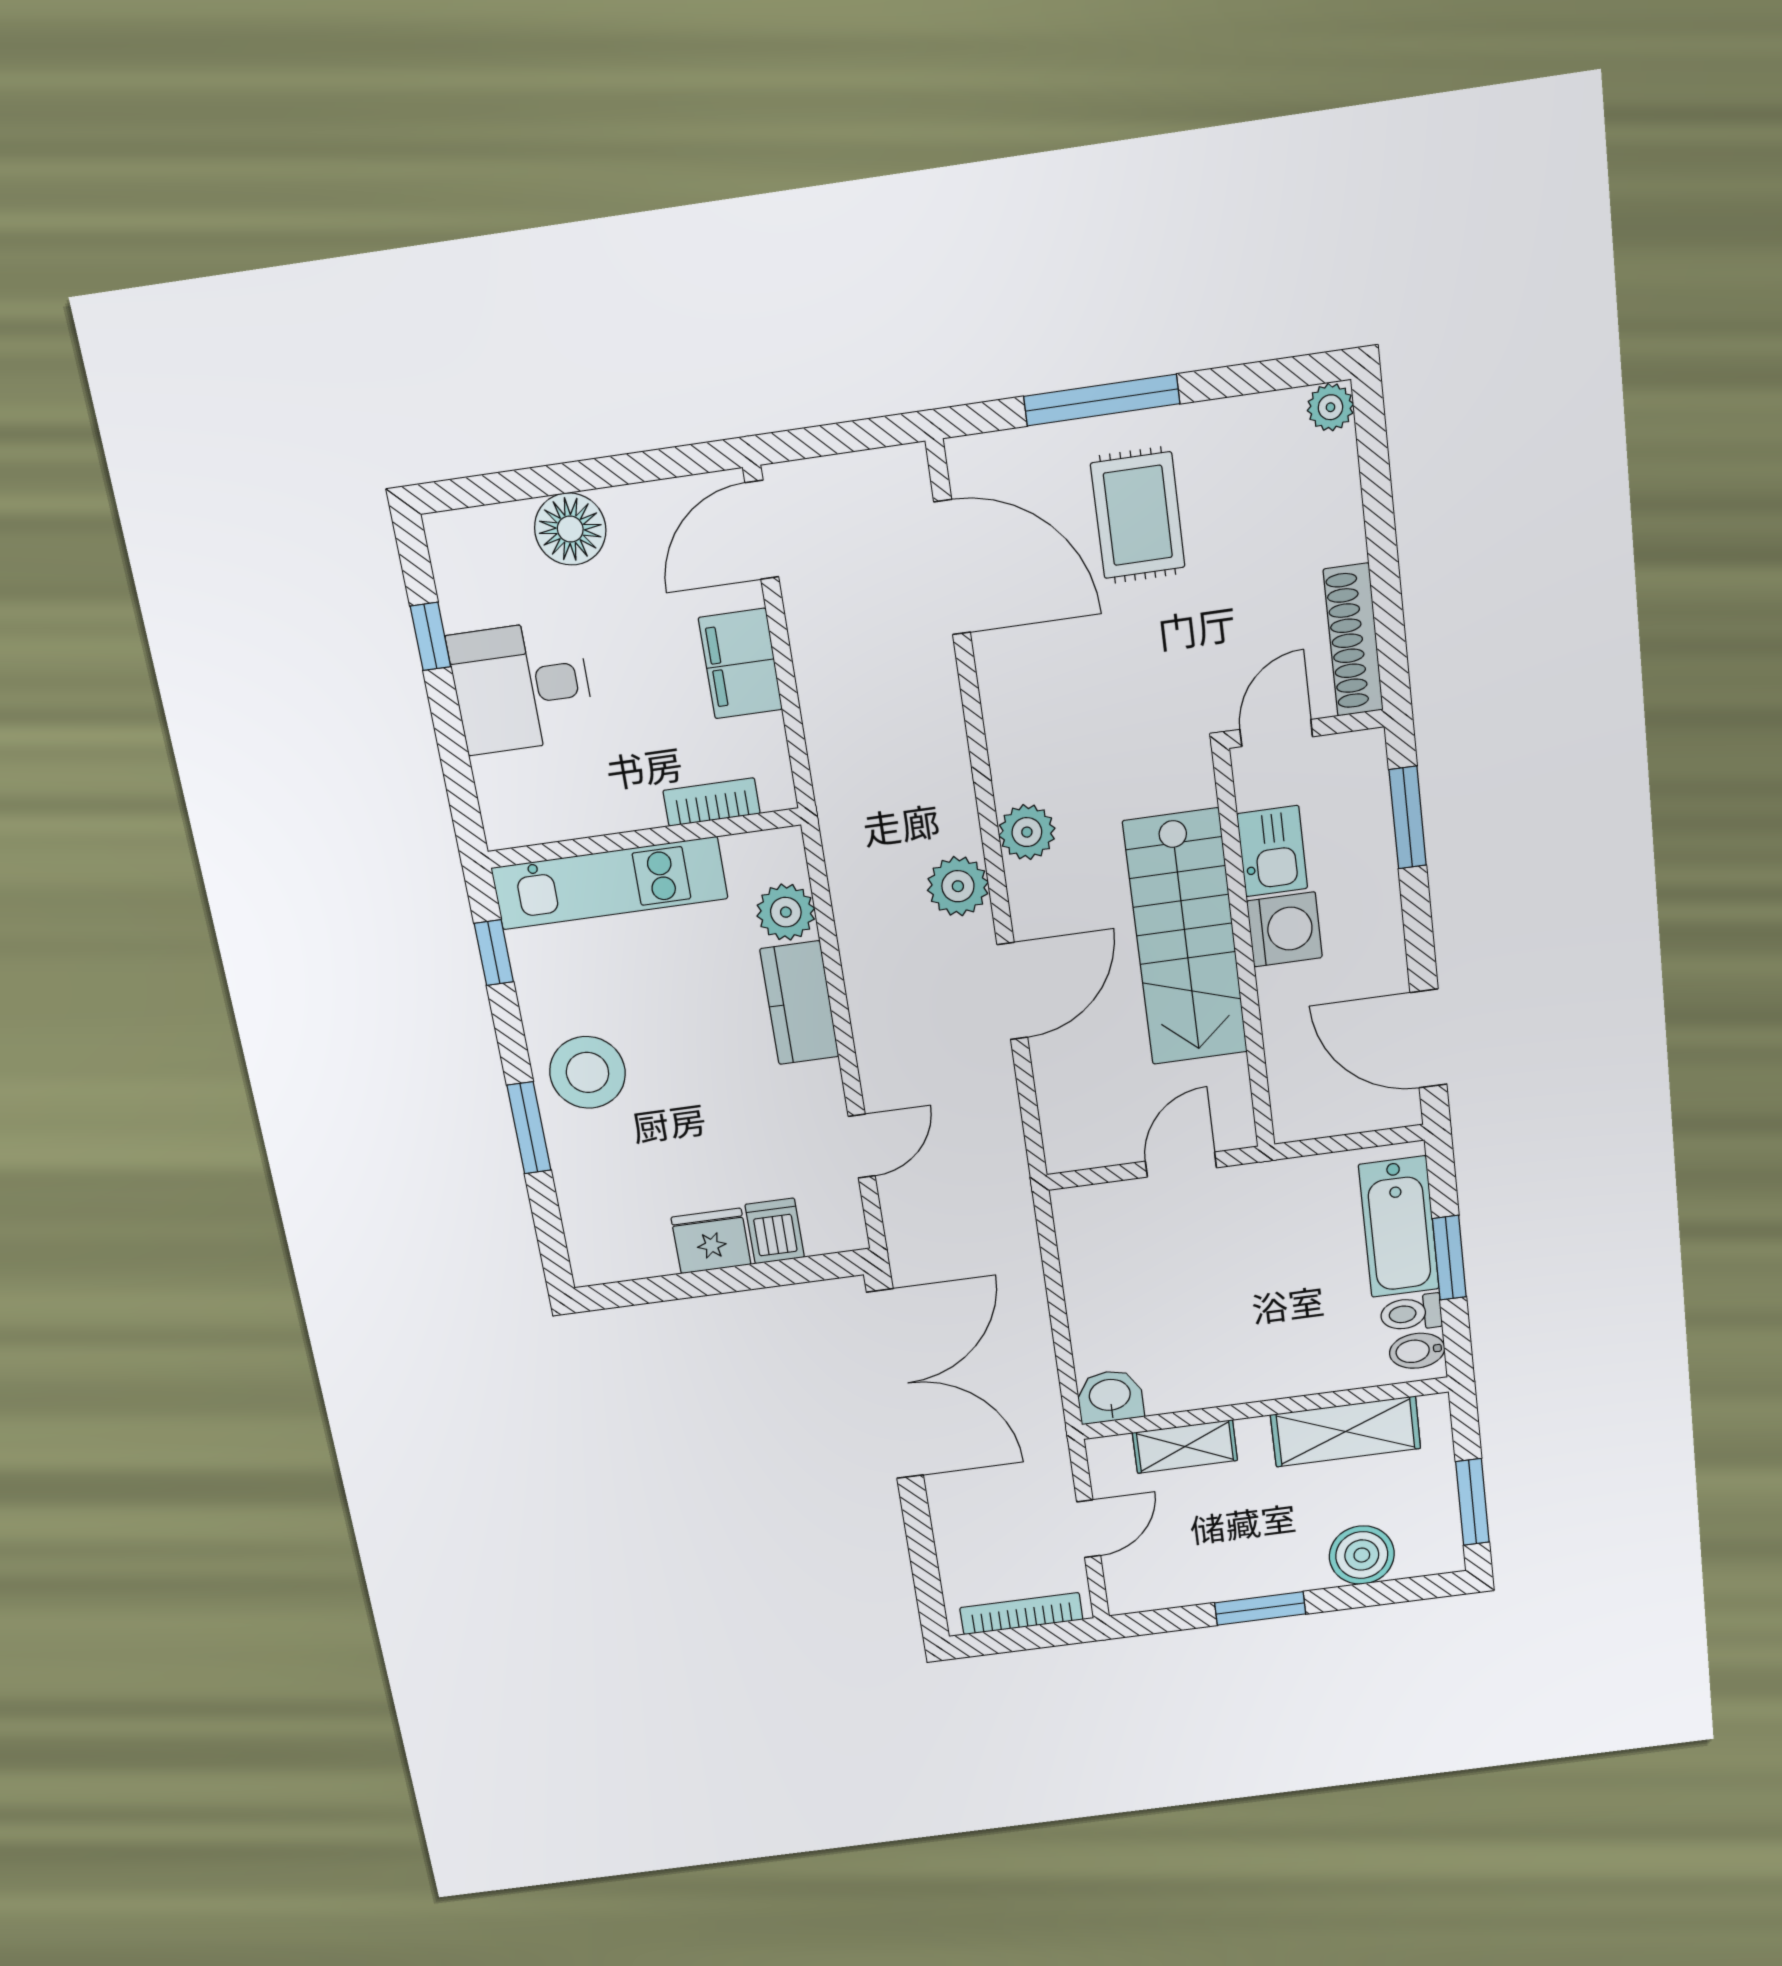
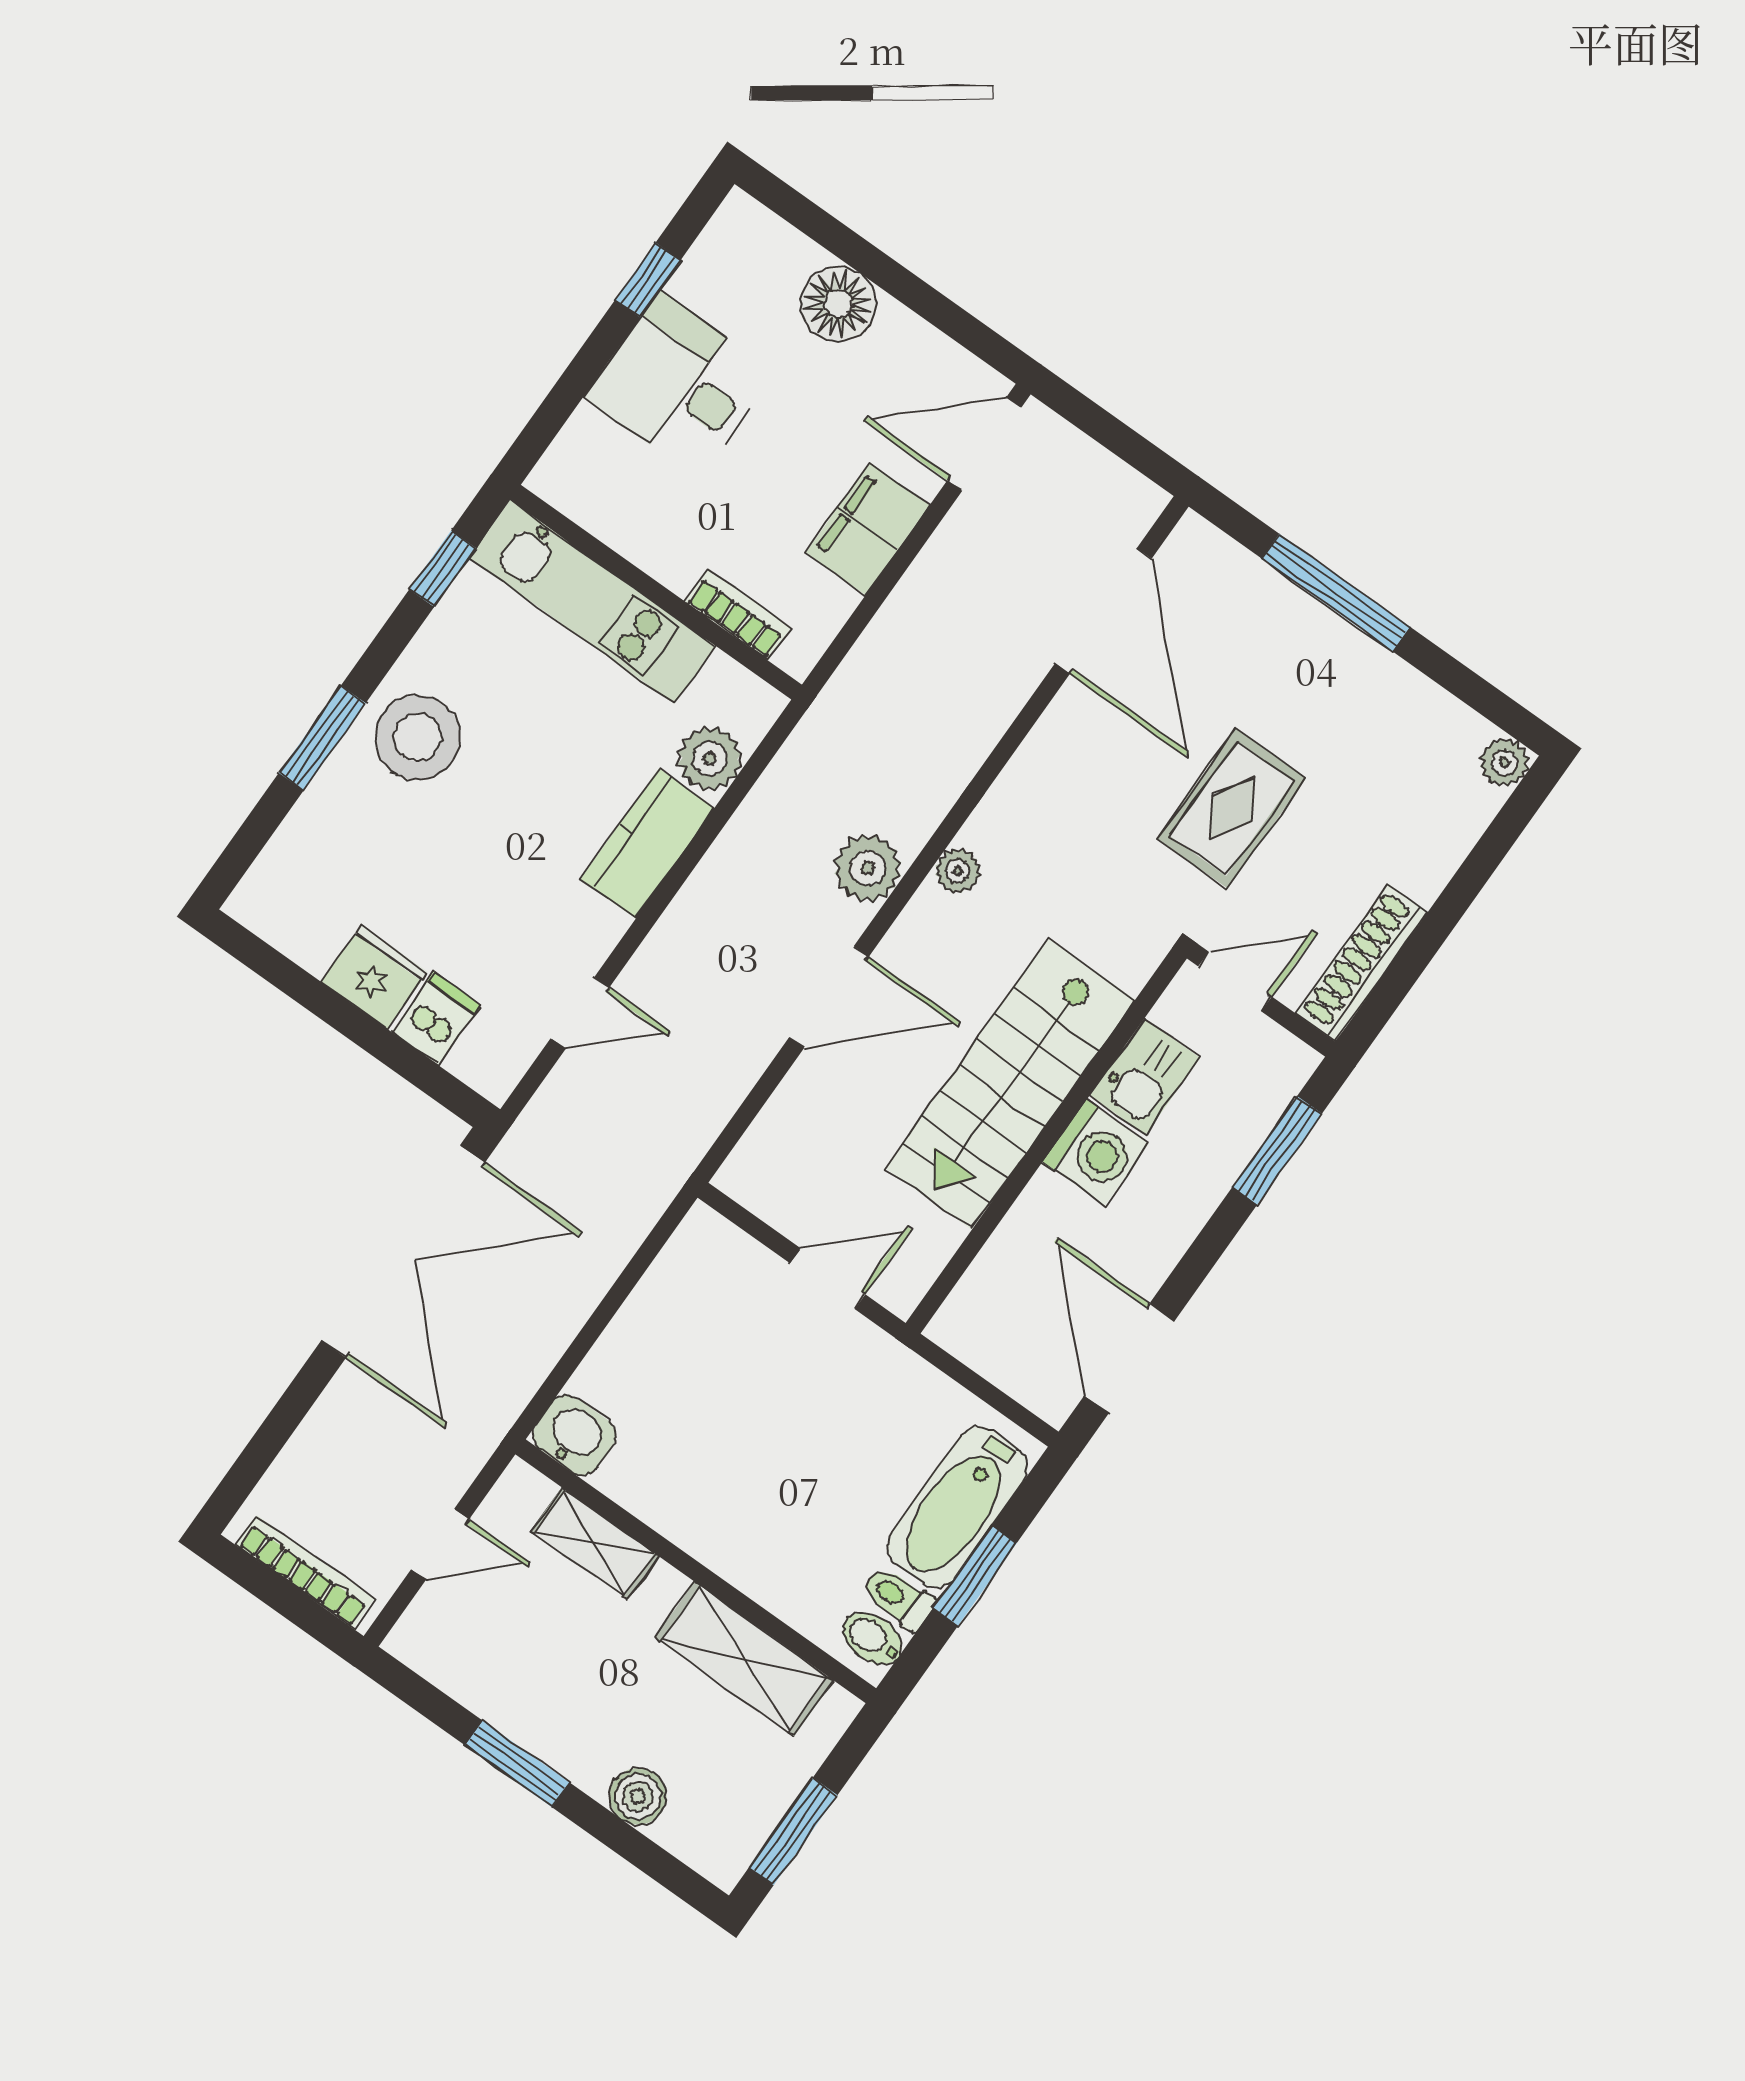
rug: (1138, 515) -> (1232, 808), moved
plant: (1027, 832) -> (958, 871), width x0.73, depth x0.73
boiler: (1362, 1555) -> (638, 1796), width x0.73, depth x0.73

